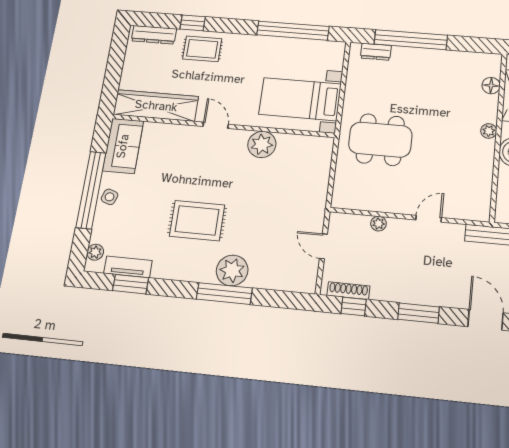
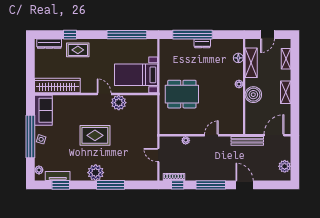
dresser: (376, 52) -> (202, 43), moved
door: (216, 125) -> (104, 94), moved
rug: (197, 221) -> (95, 135), moved
plant: (232, 270) -> (96, 173), moved
window: (419, 313) -> (211, 185), width x1.44

